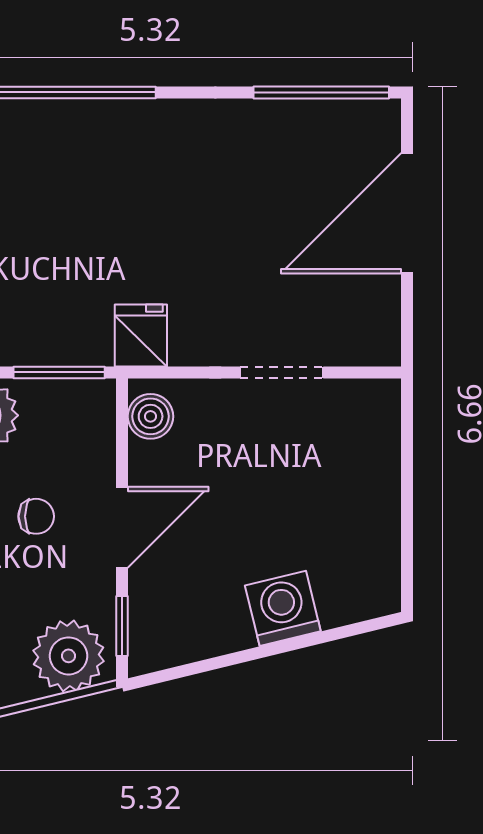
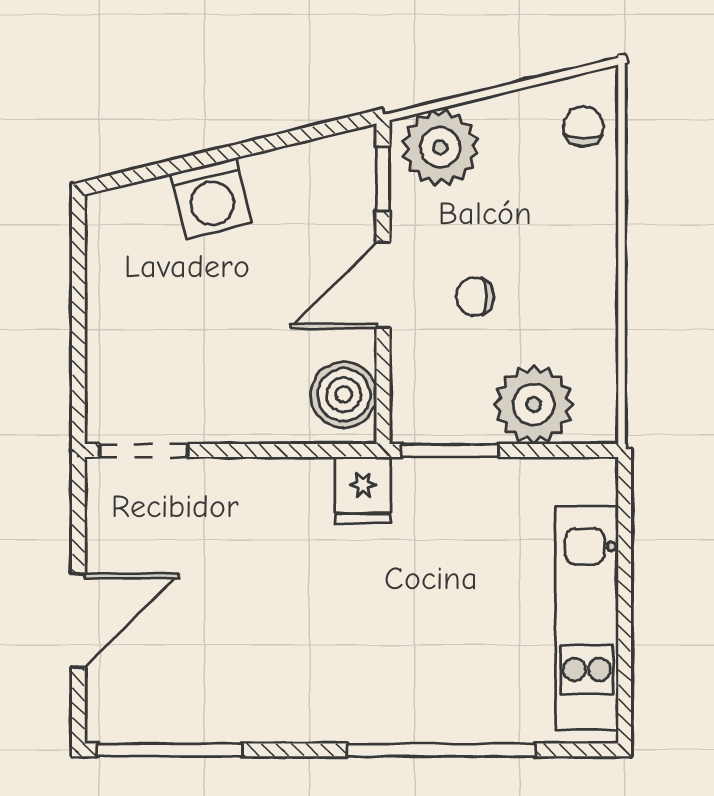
door: (407, 213) -> (78, 621), width x0.73
doorway: (282, 372) -> (144, 450), moved
boiler: (151, 416) -> (344, 395), width x1.36, depth x1.36

